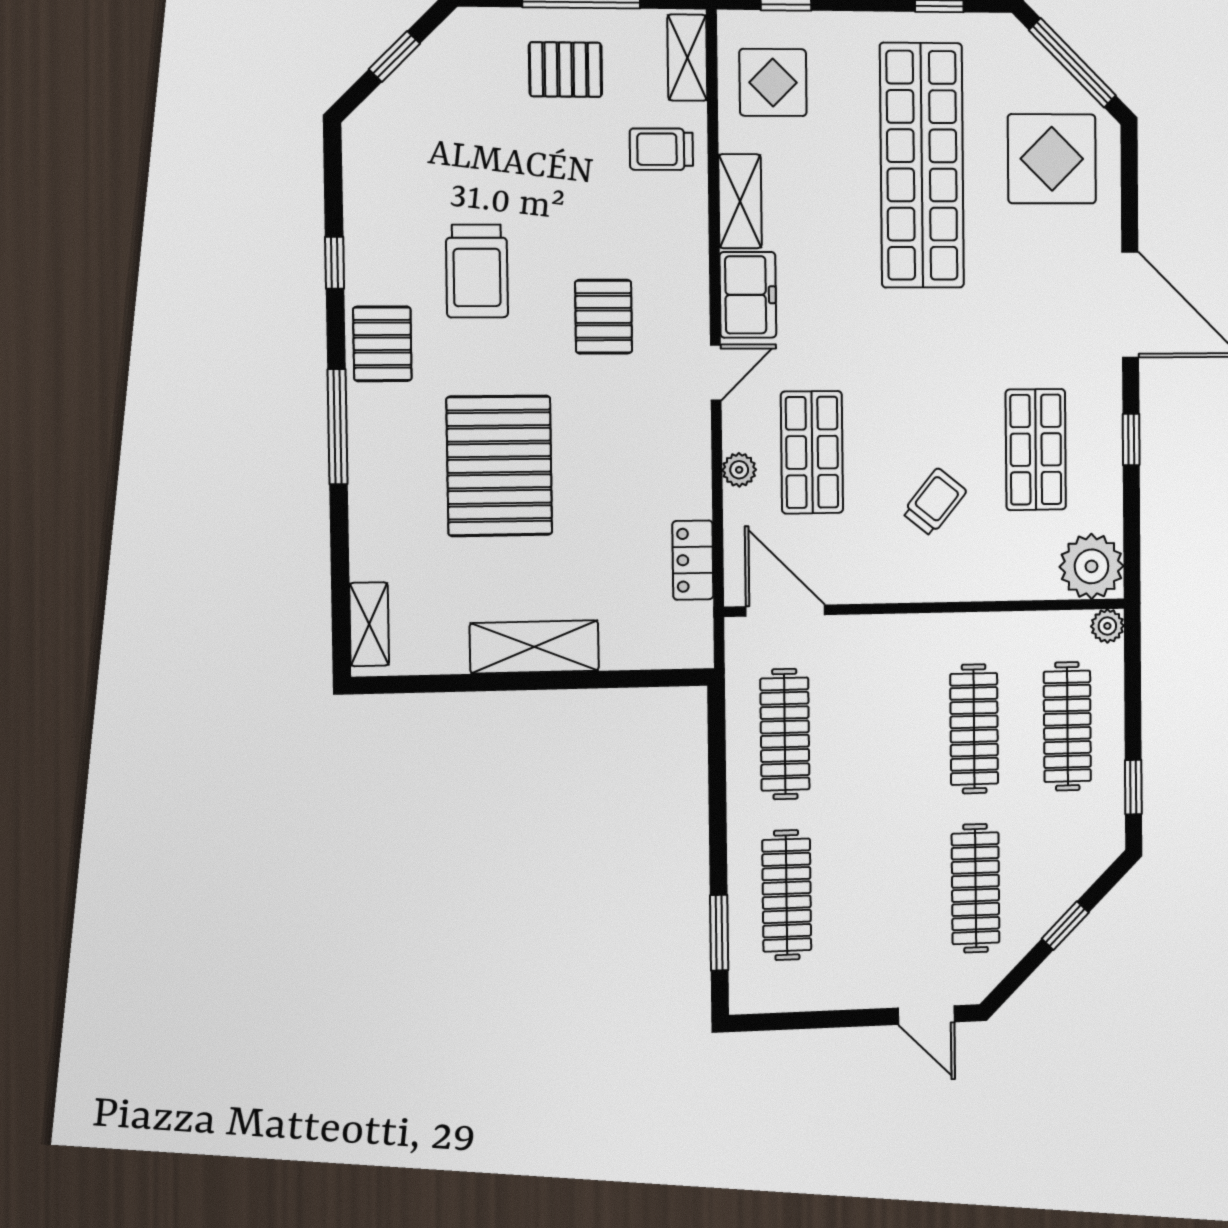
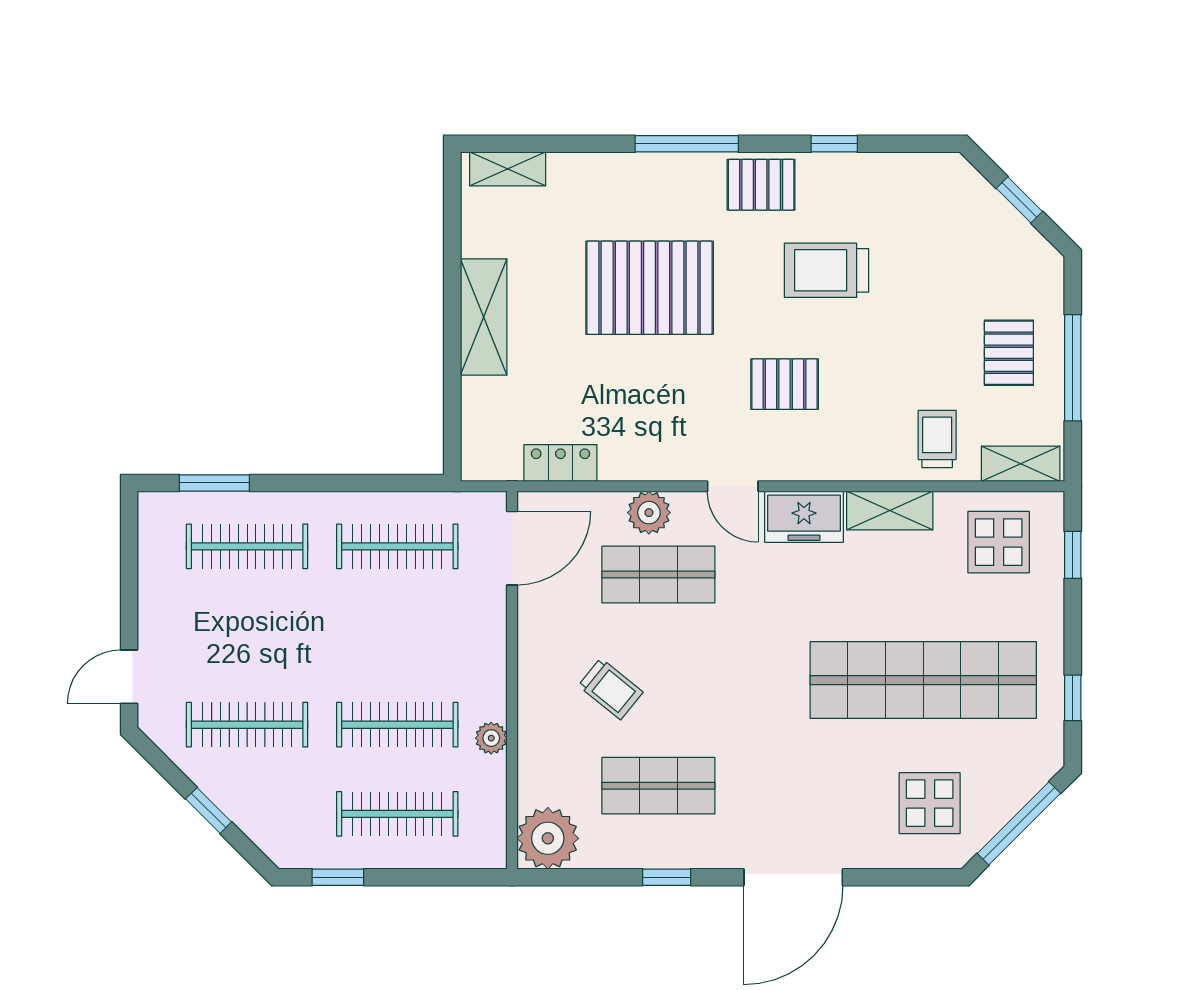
display table: (1052, 159) -> (930, 803), width x0.73, depth x0.73
plant: (739, 470) -> (649, 513), width x1.38, depth x1.38
plant: (1107, 626) -> (491, 738), moved

